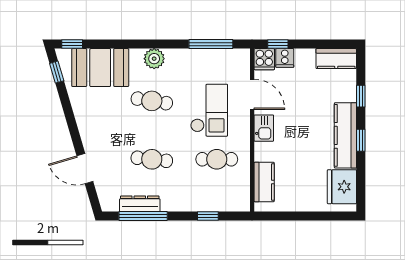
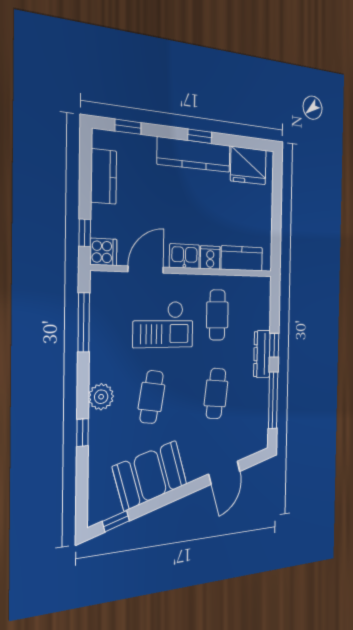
window: (72, 44) -> (82, 433), moved
cooker: (285, 58) -> (210, 258), moved, turned -90
kitchen counter: (336, 59) -> (104, 177), moved
booth: (100, 68) -> (150, 476), moved, turned 74
window: (361, 96) -> (128, 127), moved
checkout: (209, 110) -> (163, 324), turned 180
dresser: (140, 204) -> (262, 354), moved
window: (208, 216) -> (274, 345), moved

